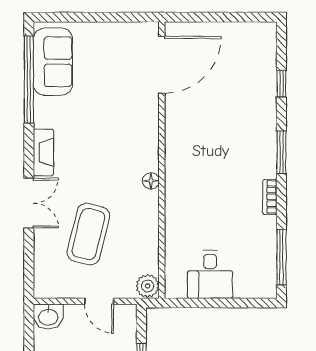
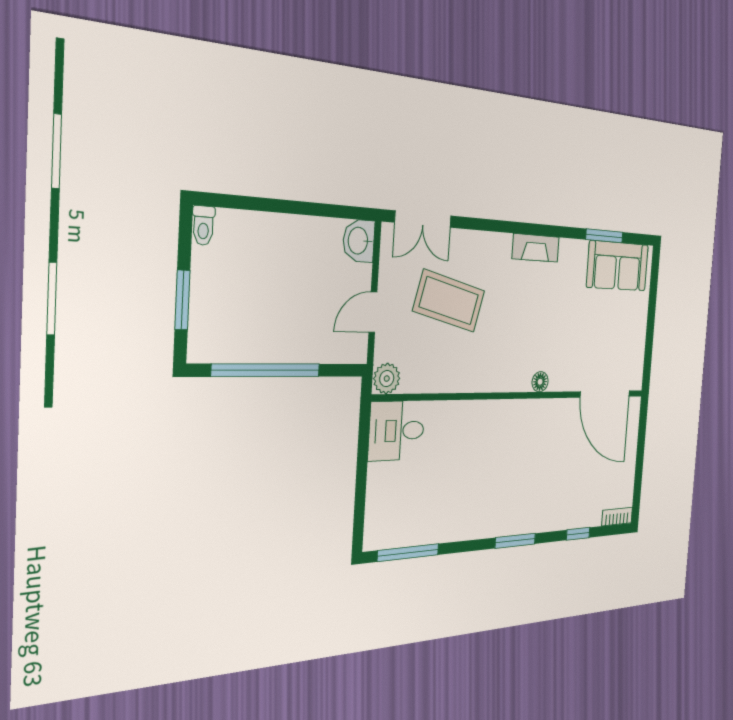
window: (29, 79) -> (604, 236), width x0.47
floor lamp: (151, 181) -> (540, 382), moved
bookcase: (270, 197) -> (617, 517), moved
double door: (29, 203) -> (423, 219), moved
desk: (210, 275) -> (397, 431), moved

